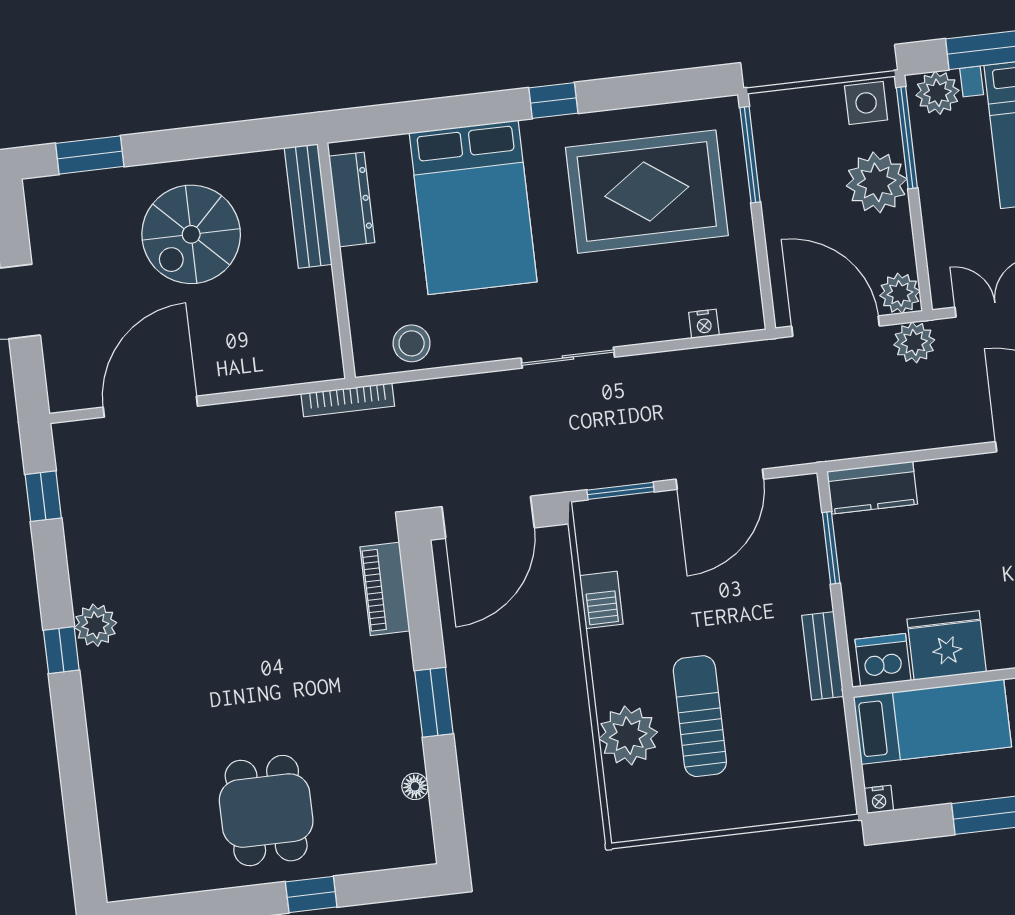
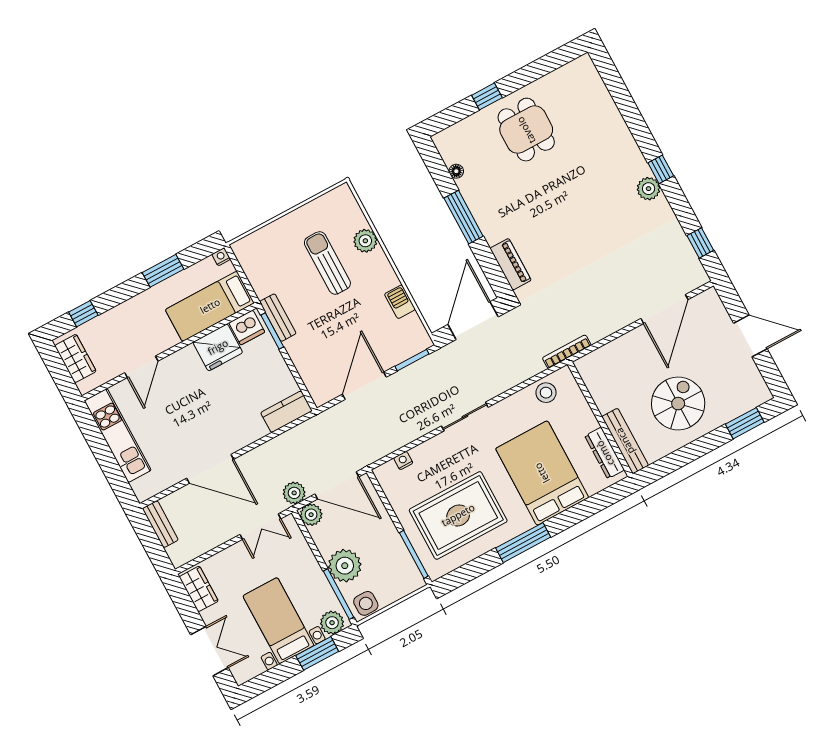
window: (553, 101) -> (523, 543), width x2.17
window: (831, 548) -> (272, 331), moved
window: (434, 702) -> (464, 217), width x1.44
sun lounger: (700, 716) -> (327, 263), turned 180
plant: (628, 735) -> (365, 241), width x0.73, depth x0.73

